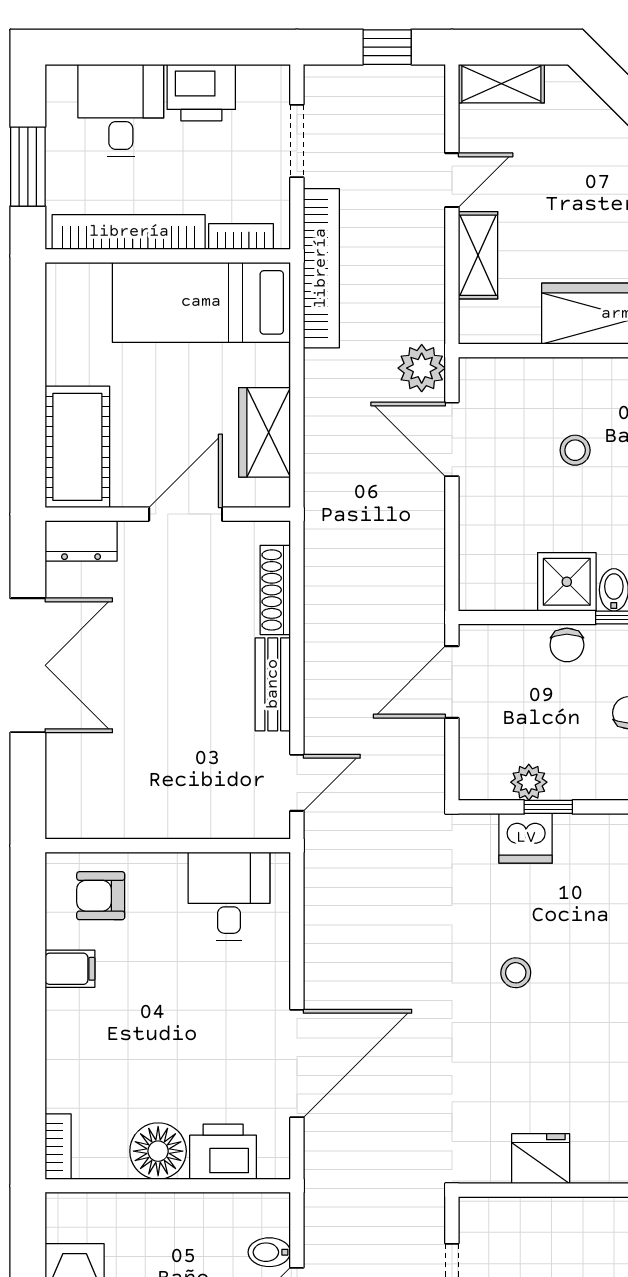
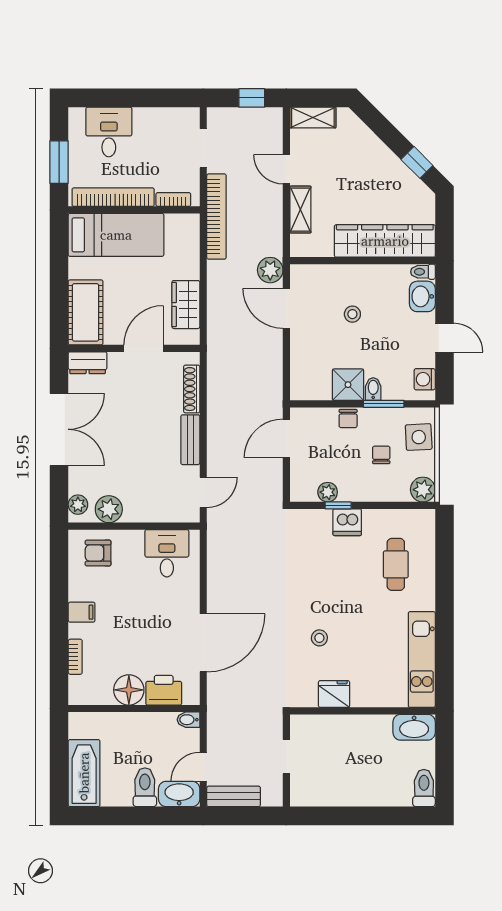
printer: (201, 93) -> (152, 122), removed
door: (452, 180) -> (286, 169), swing flipped
bed: (201, 302) -> (116, 235), moved, turned 180
plant: (63, 805) -> (78, 505), added
plant: (121, 814) -> (109, 509), added
dishwasher: (526, 838) -> (347, 522), moved
filing cabinet: (70, 969) -> (82, 612), moved
stool: (516, 973) -> (319, 638), moved
bookcase: (58, 1147) -> (75, 657), moved
bidet: (269, 1252) -> (188, 720), moved

